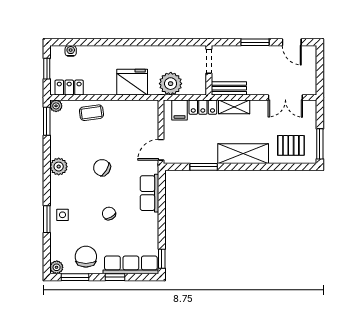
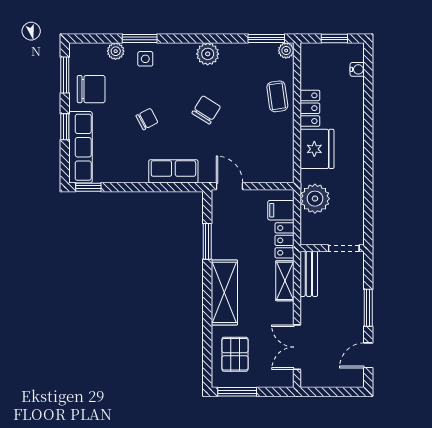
locker: (69, 88) -> (310, 108), moved
plant: (57, 267) -> (116, 51), moved

